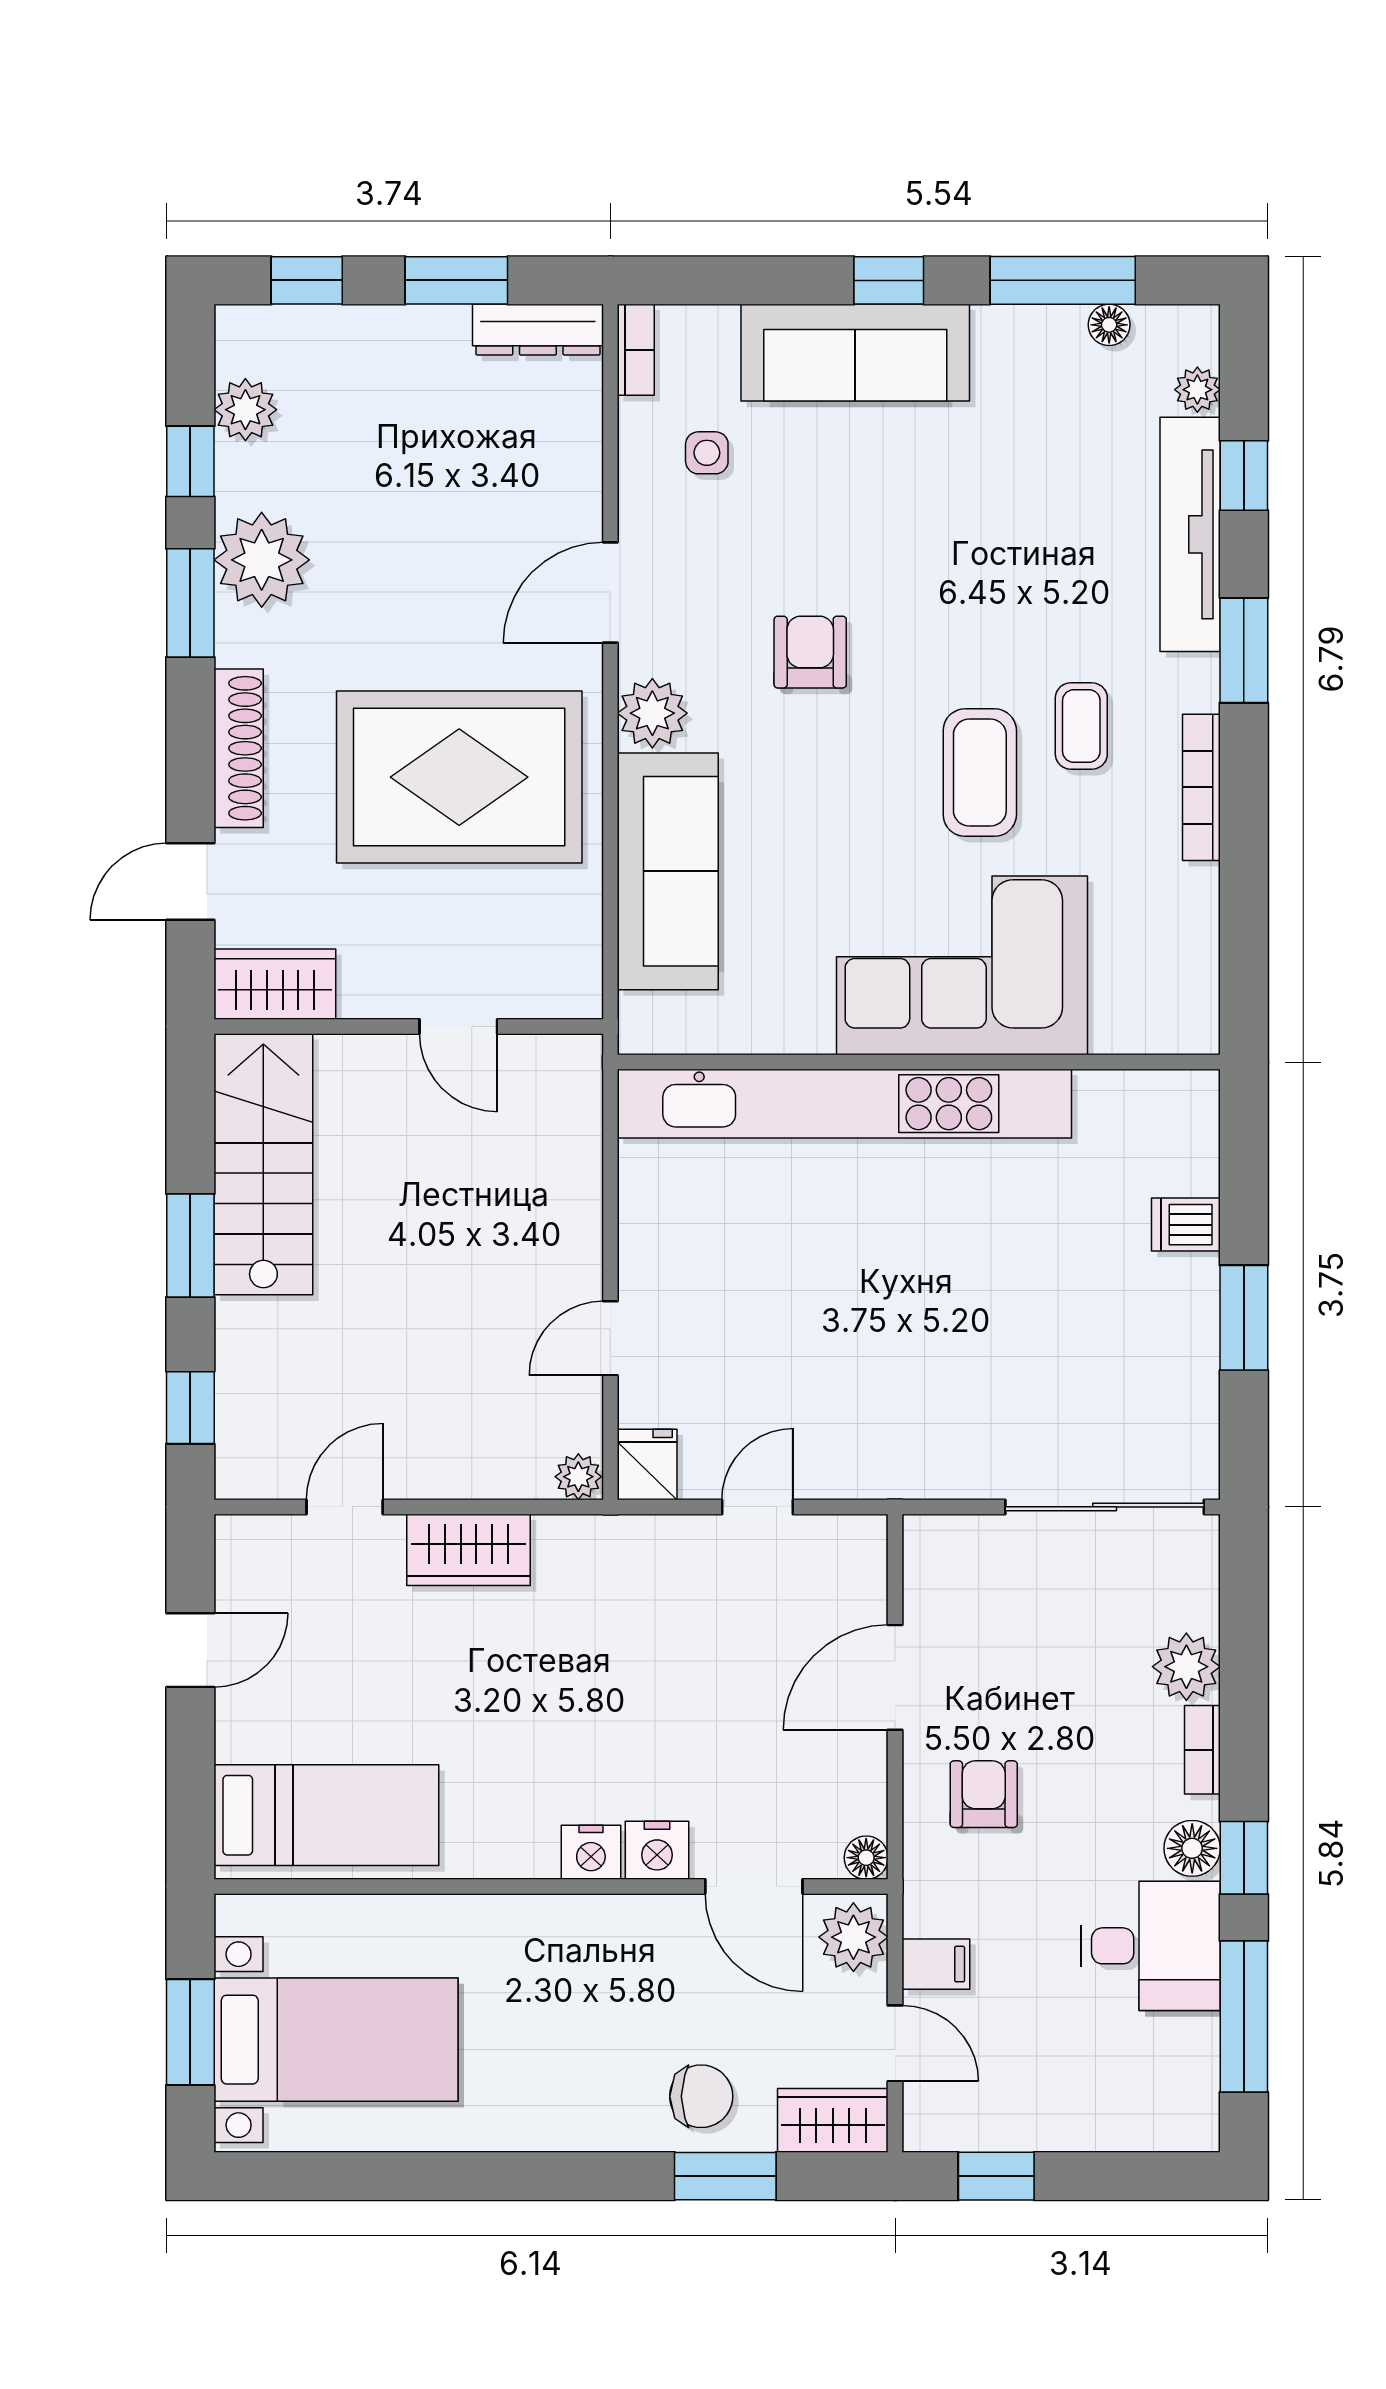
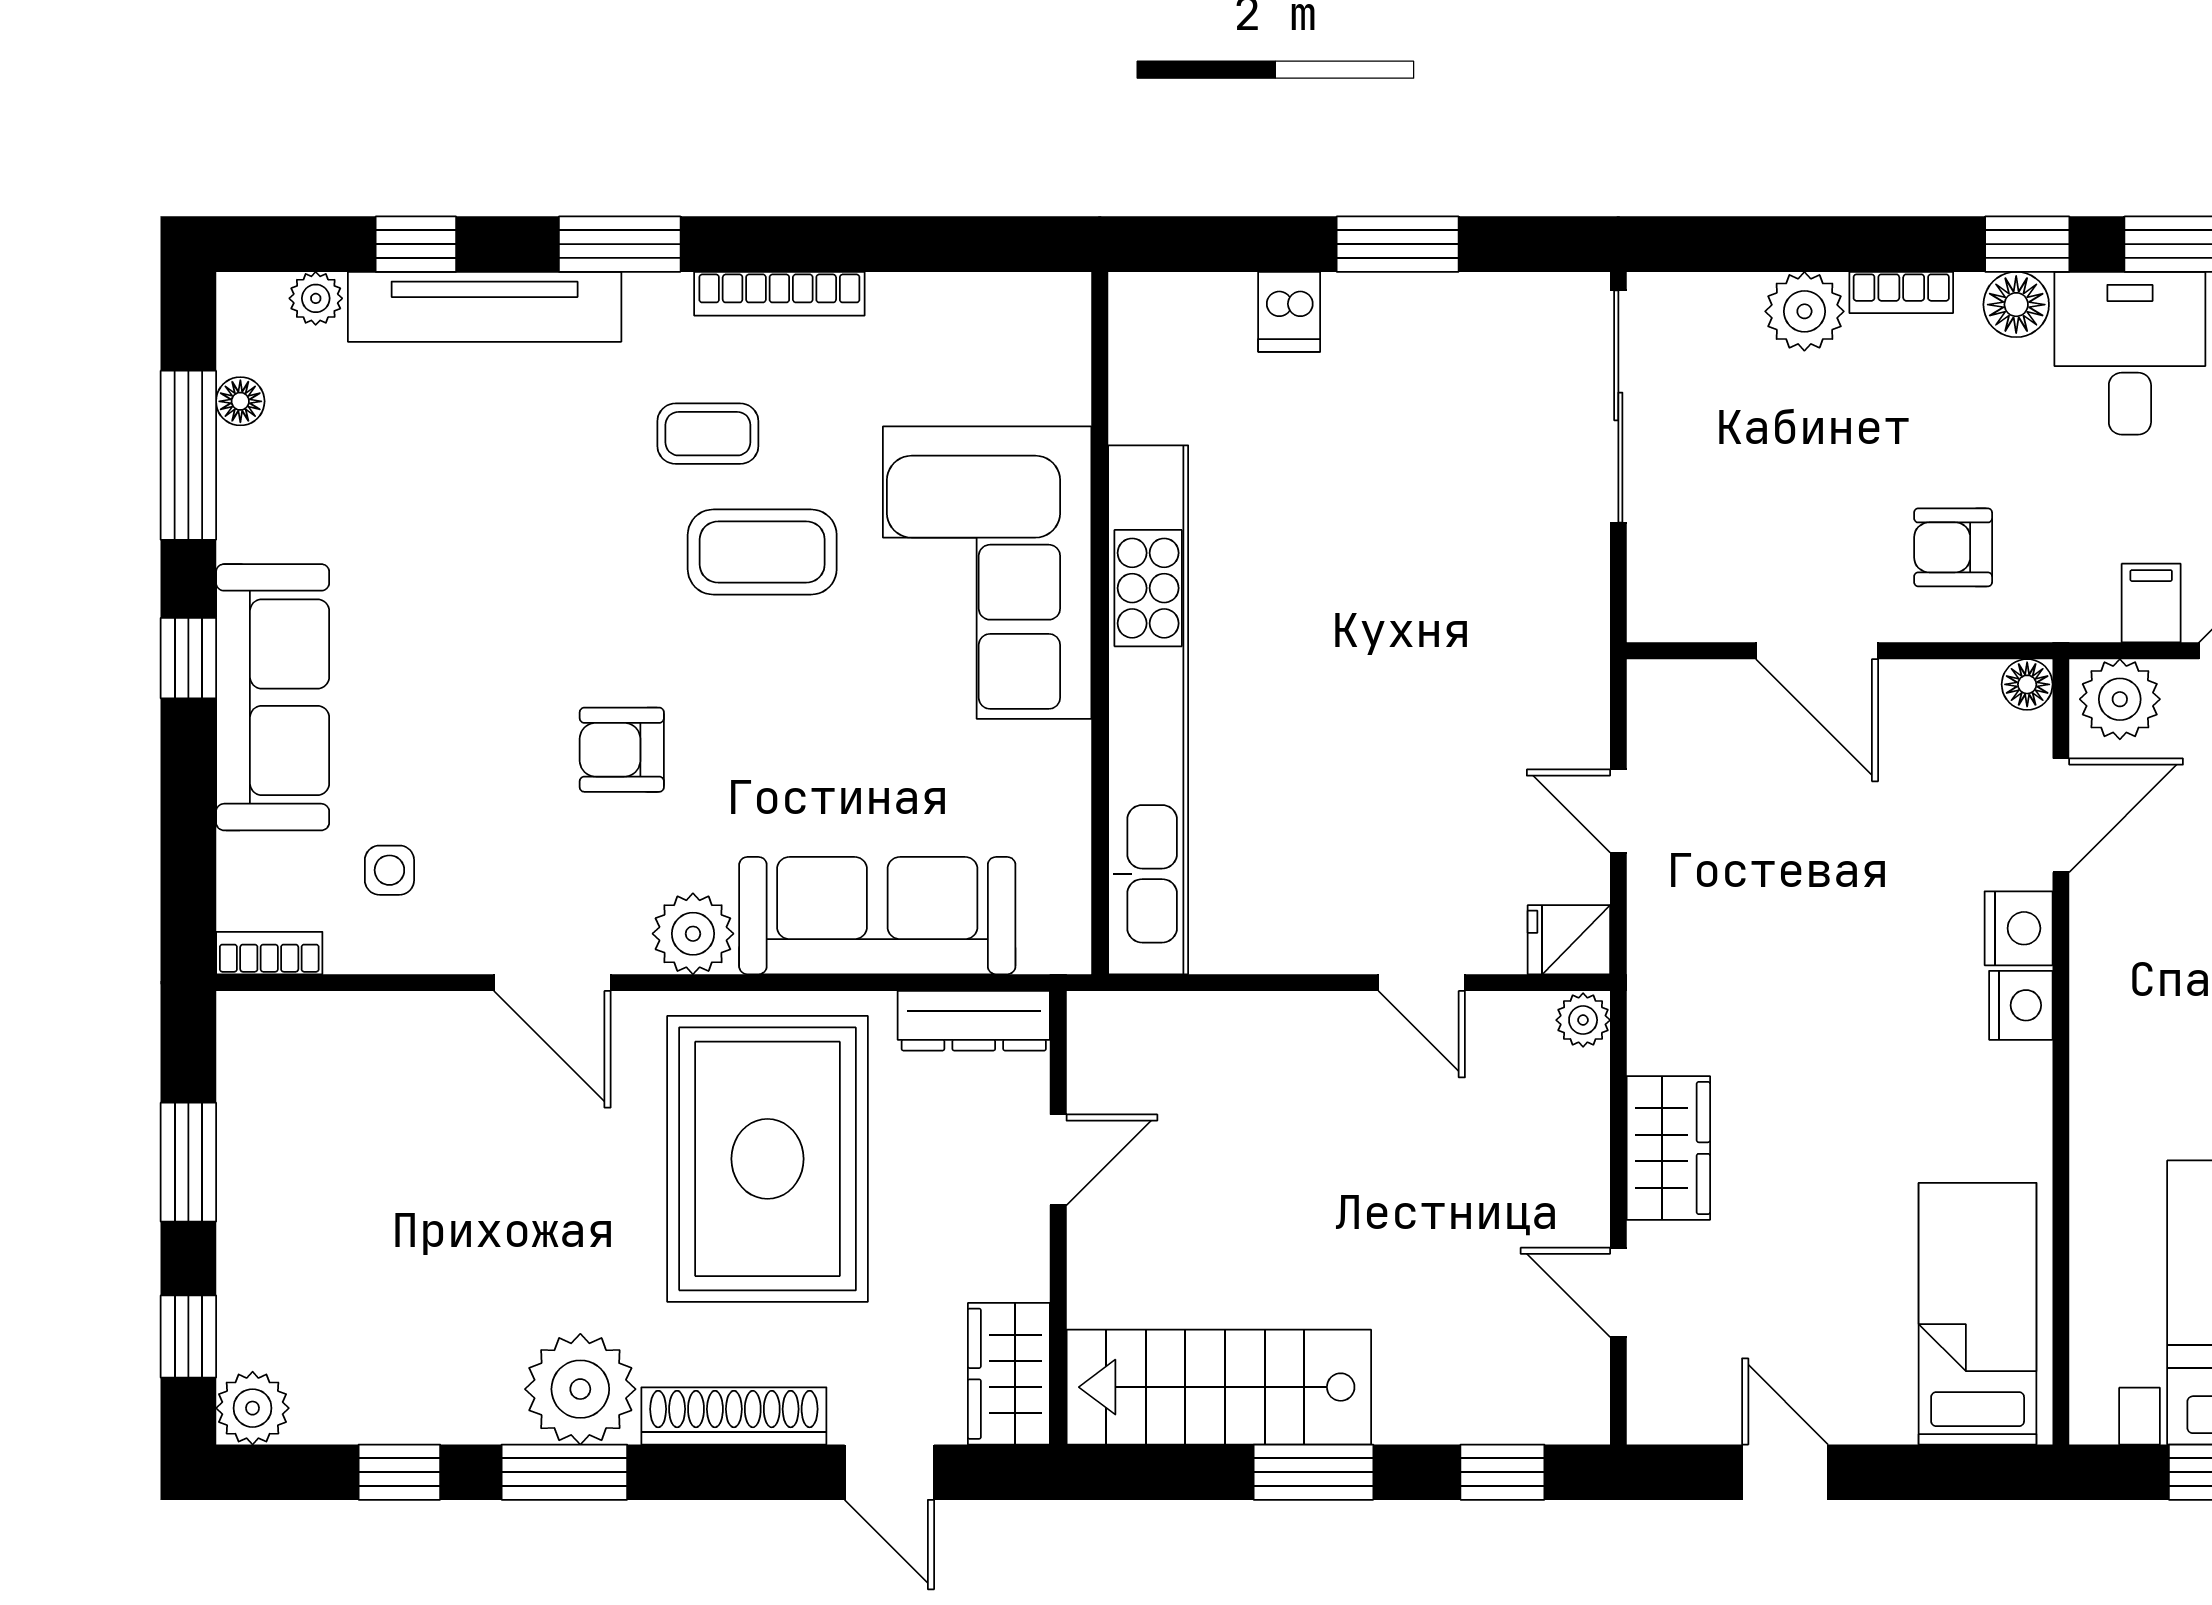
dresser: (538, 330) -> (974, 1021), moved, turned 90
plant: (245, 410) -> (253, 1408), moved
plant: (262, 560) -> (580, 1389), moved

